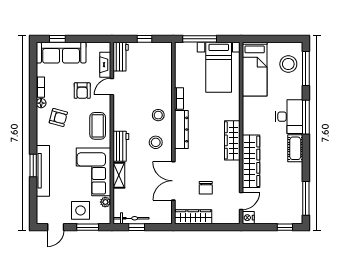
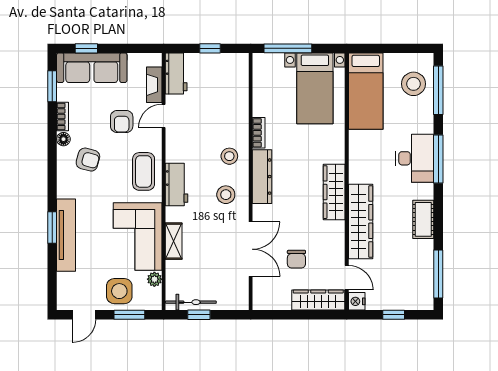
window: (33, 66) -> (52, 86), added
workbench: (121, 146) -> (177, 184), moved
cot: (295, 148) -> (423, 219), moved
double door: (173, 181) -> (251, 249), swing flipped
door: (241, 201) -> (347, 278), hinge flipped
wardrobe: (193, 217) -> (318, 300), moved
window: (285, 227) -> (394, 315), moved

